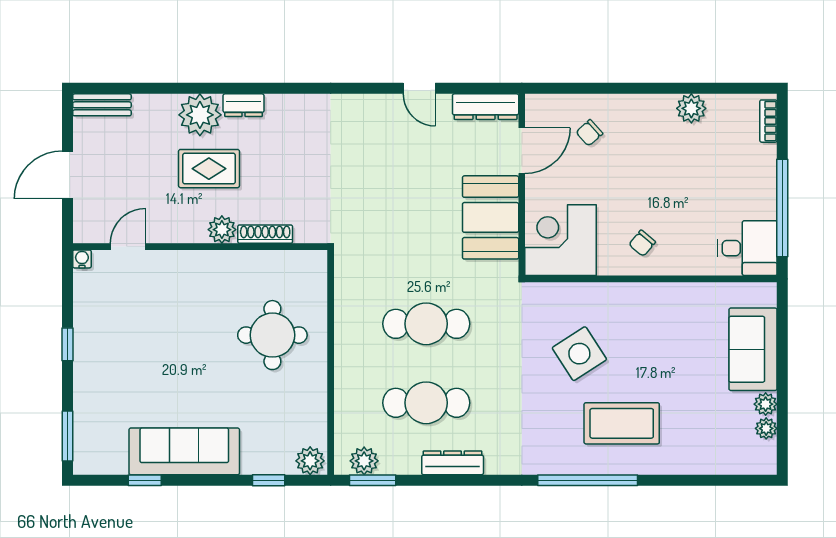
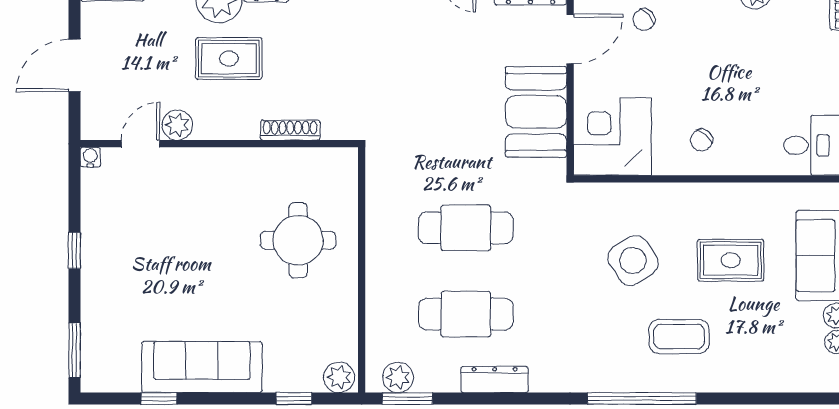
plant: (222, 230) -> (177, 125), moved
rug: (669, 353) -> (731, 260), added
coffee table: (622, 423) -> (679, 336), width x0.73, depth x0.76

